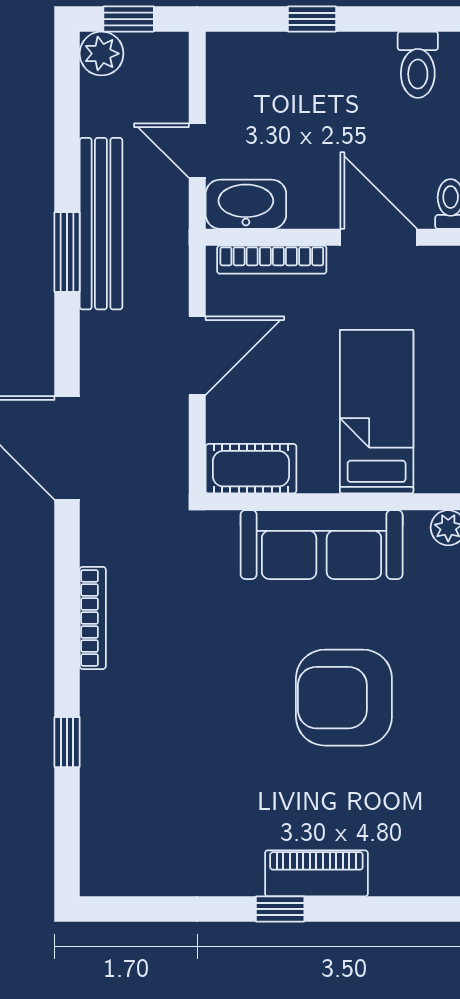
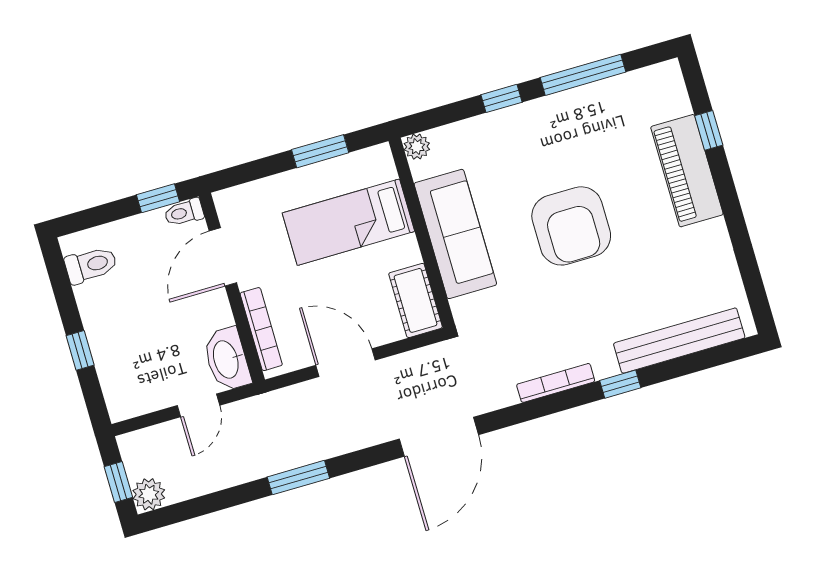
bench: (101, 224) -> (679, 341), moved
armchair: (344, 698) -> (571, 226), moved
window: (67, 742) -> (620, 384), moved
piano: (316, 873) -> (687, 171), width x1.37, depth x1.33
window: (280, 909) -> (709, 130), moved

